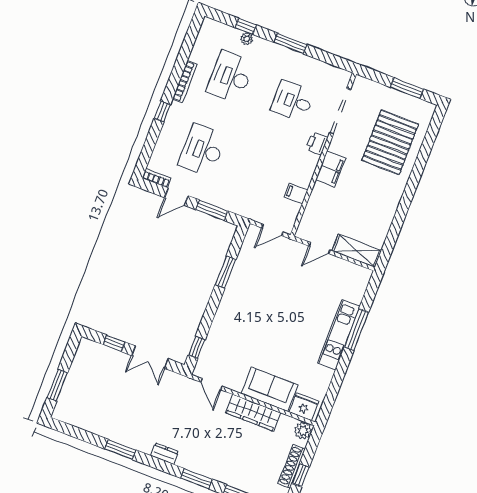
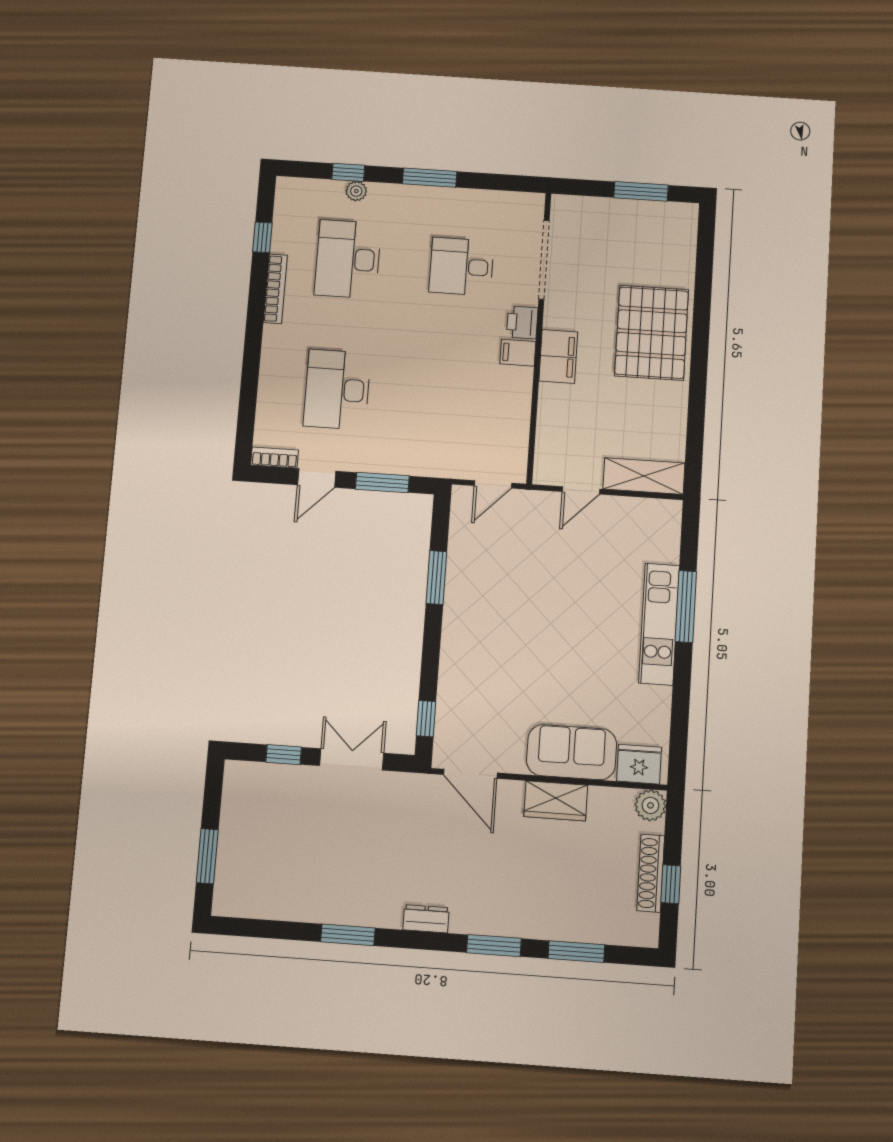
window: (162, 112) -> (262, 237), moved
pallet: (390, 142) -> (652, 333), moved
filing cabinet: (296, 194) -> (518, 353), moved
double door: (150, 357) -> (352, 759), swing flipped
door: (212, 384) -> (470, 774), width x1.38
wardrobe: (253, 413) -> (556, 801), width x0.67

